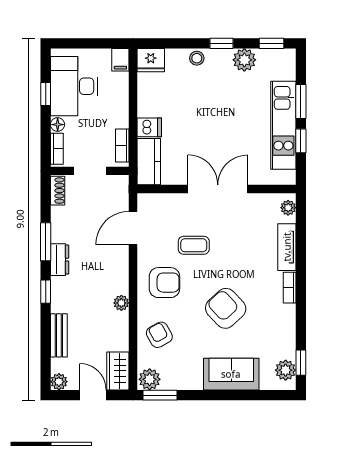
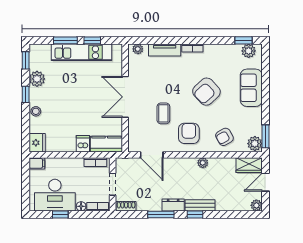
bench: (59, 335) -> (200, 205), moved

